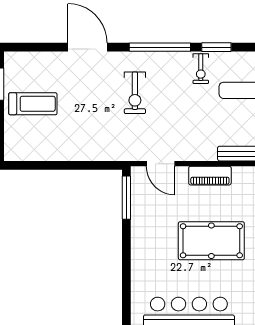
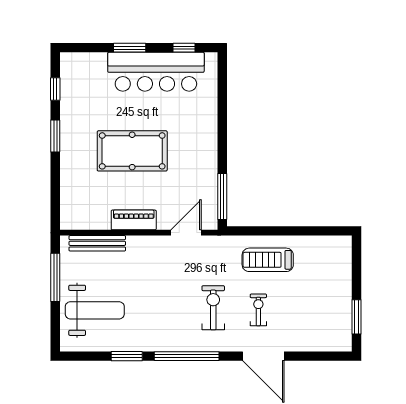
exercise bike: (201, 69) -> (258, 310), moved
treadmill: (33, 104) -> (268, 260), moved
door: (161, 164) -> (186, 233), hinge flipped

